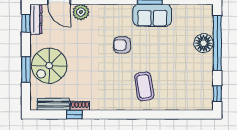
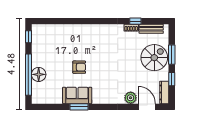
window: (26, 23) -> (172, 79), moved
armchair: (122, 45) -> (79, 67), moved
coffee table: (144, 86) -> (83, 42), removed

